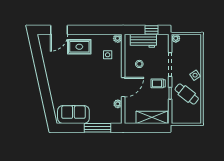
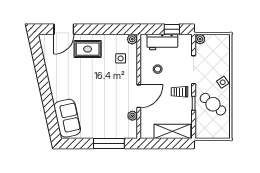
sofa: (73, 114) -> (67, 118), moved, turned 78

